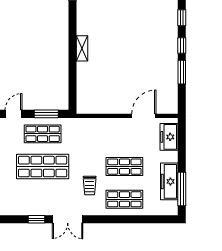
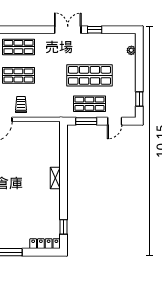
trolley: (90, 185) -> (21, 104), moved

